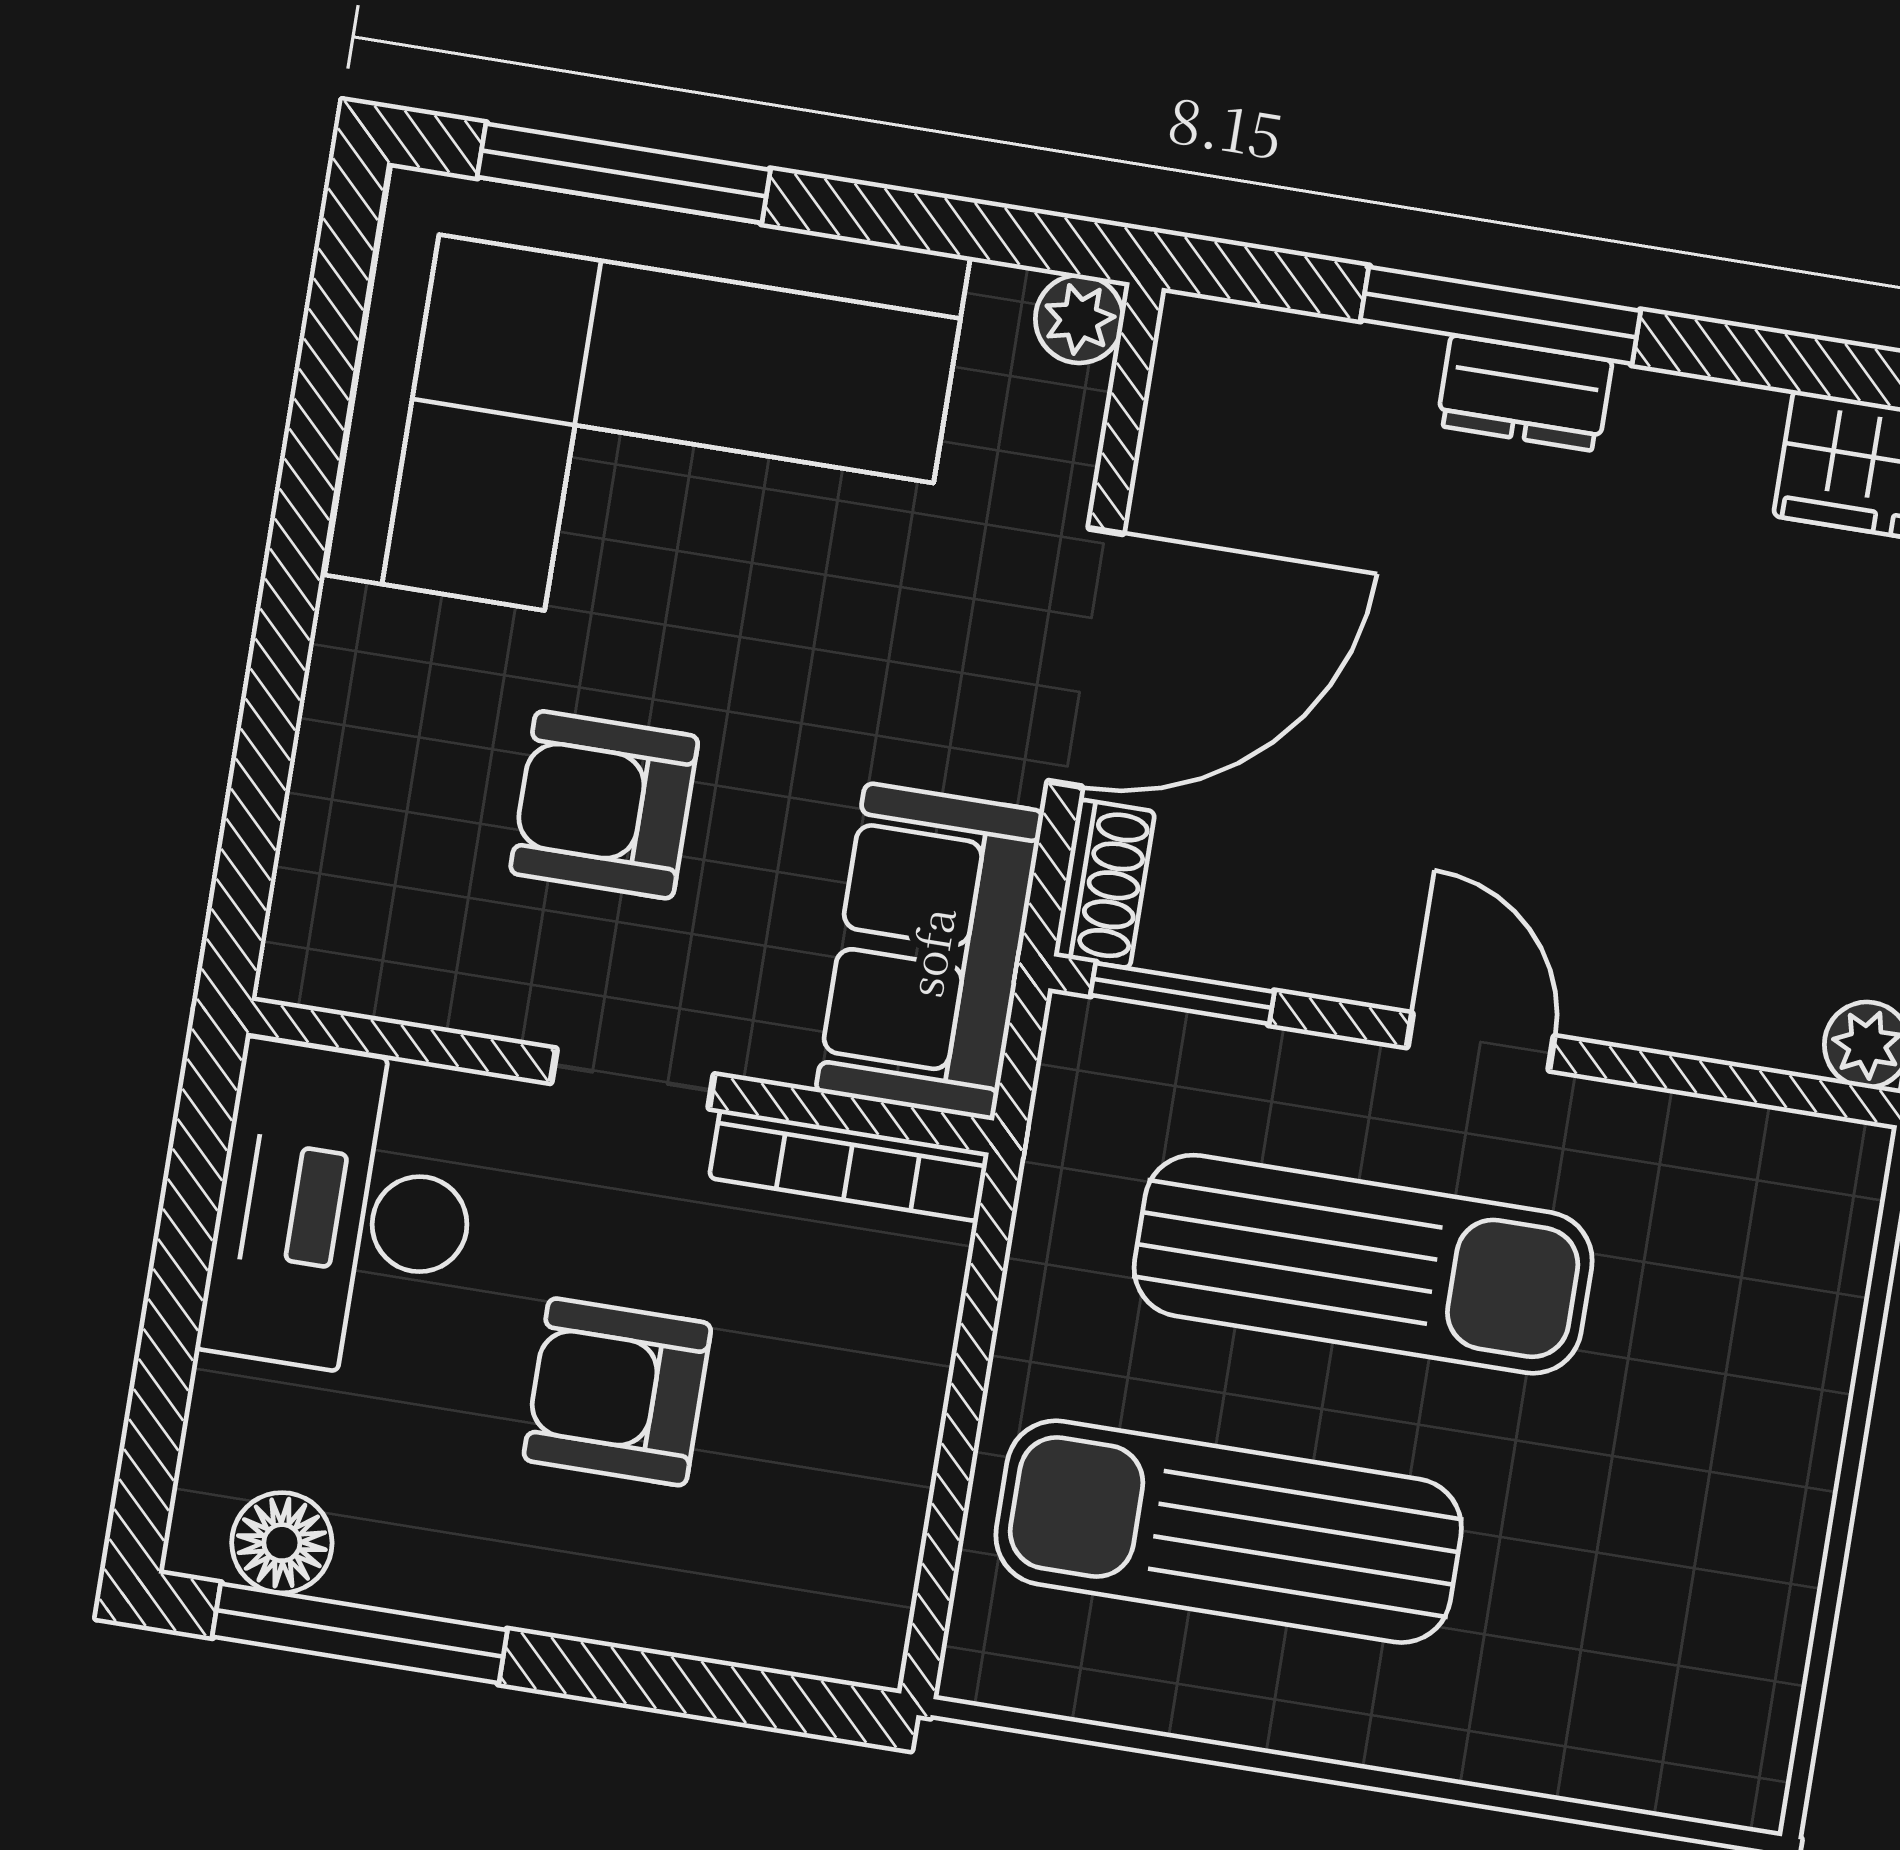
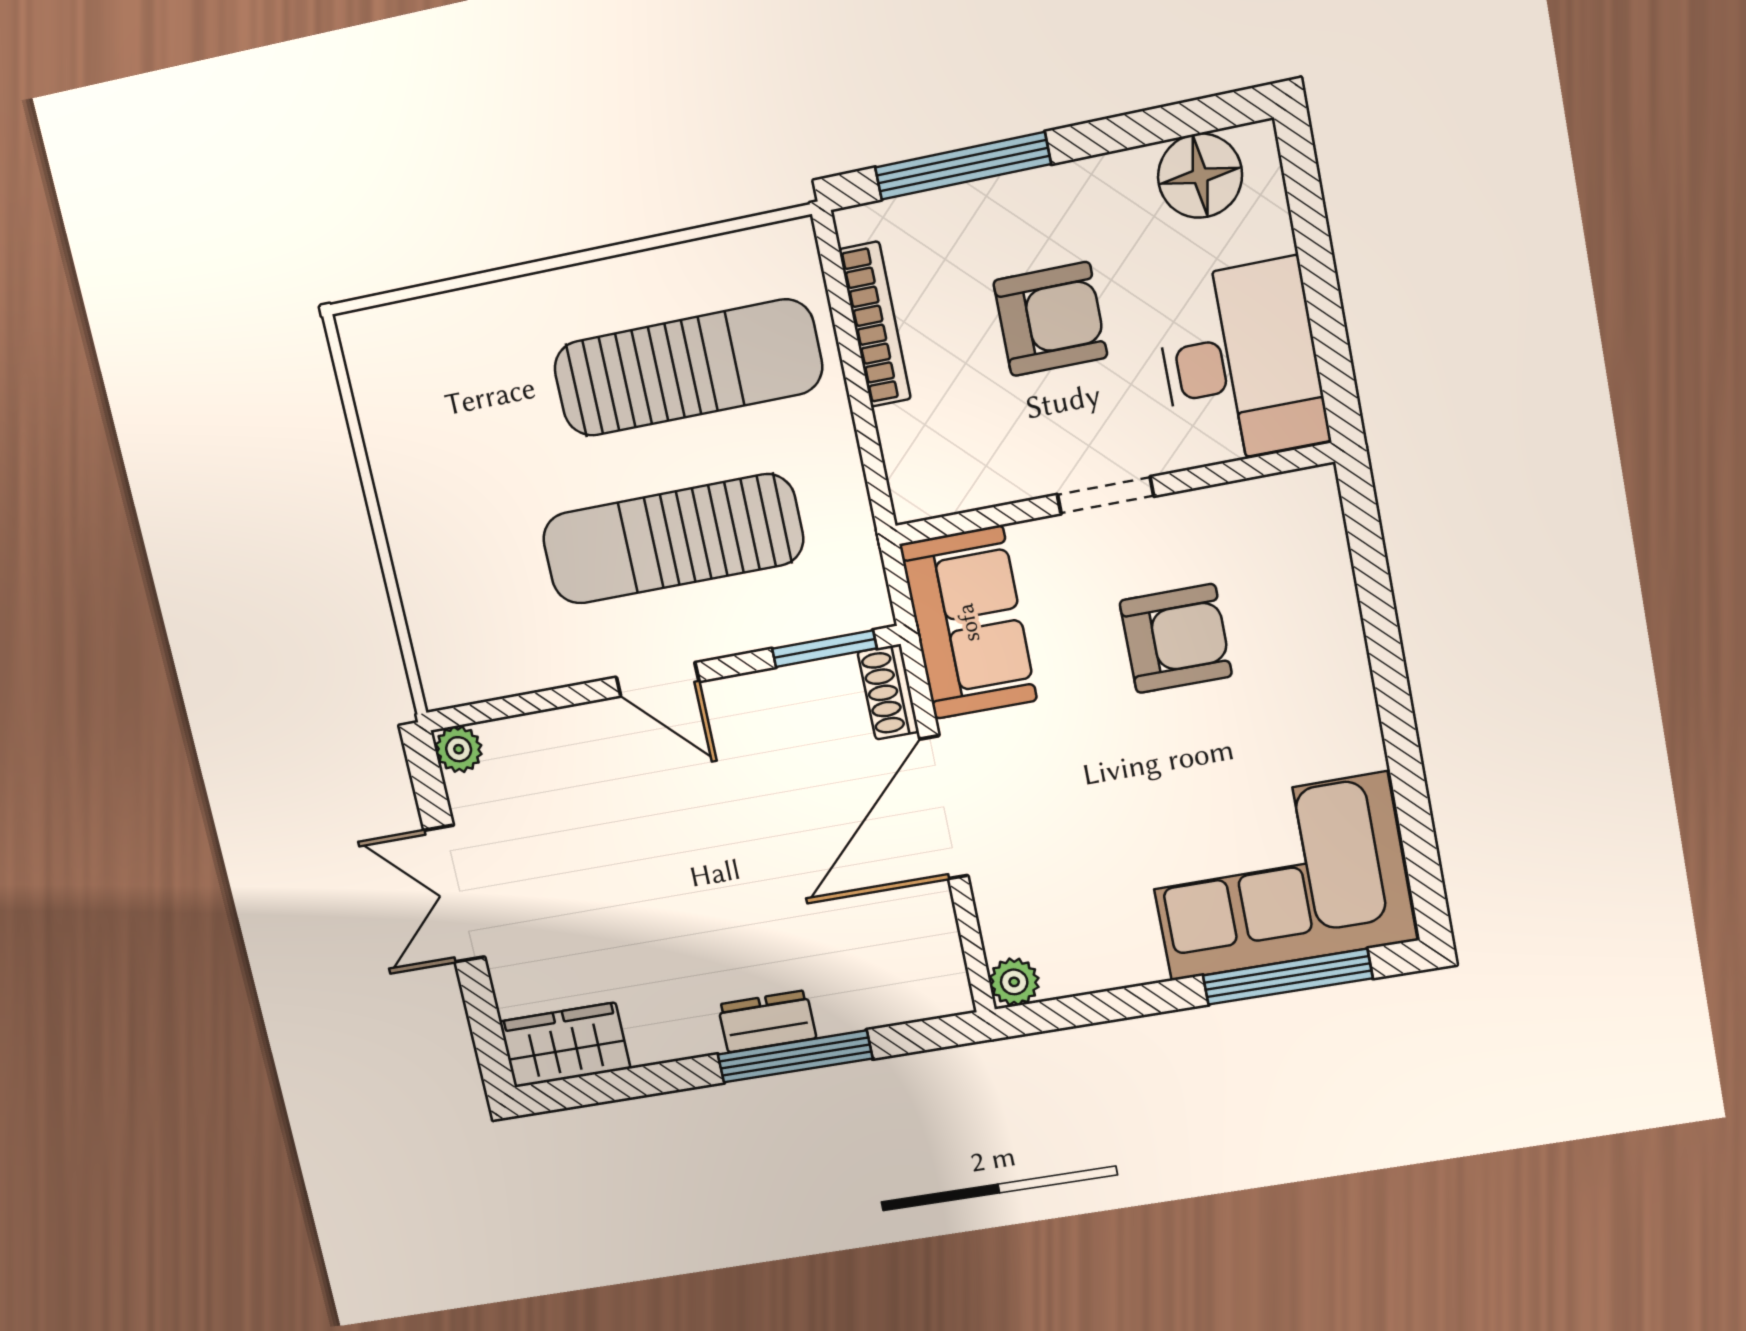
corner sofa: (647, 416) -> (1278, 877), width x0.73, depth x0.74
bookcase: (849, 1165) -> (875, 324), moved, turned 90
floor lamp: (282, 1543) -> (1200, 176), width x1.38, depth x1.38
window: (360, 1633) -> (963, 166), moved

